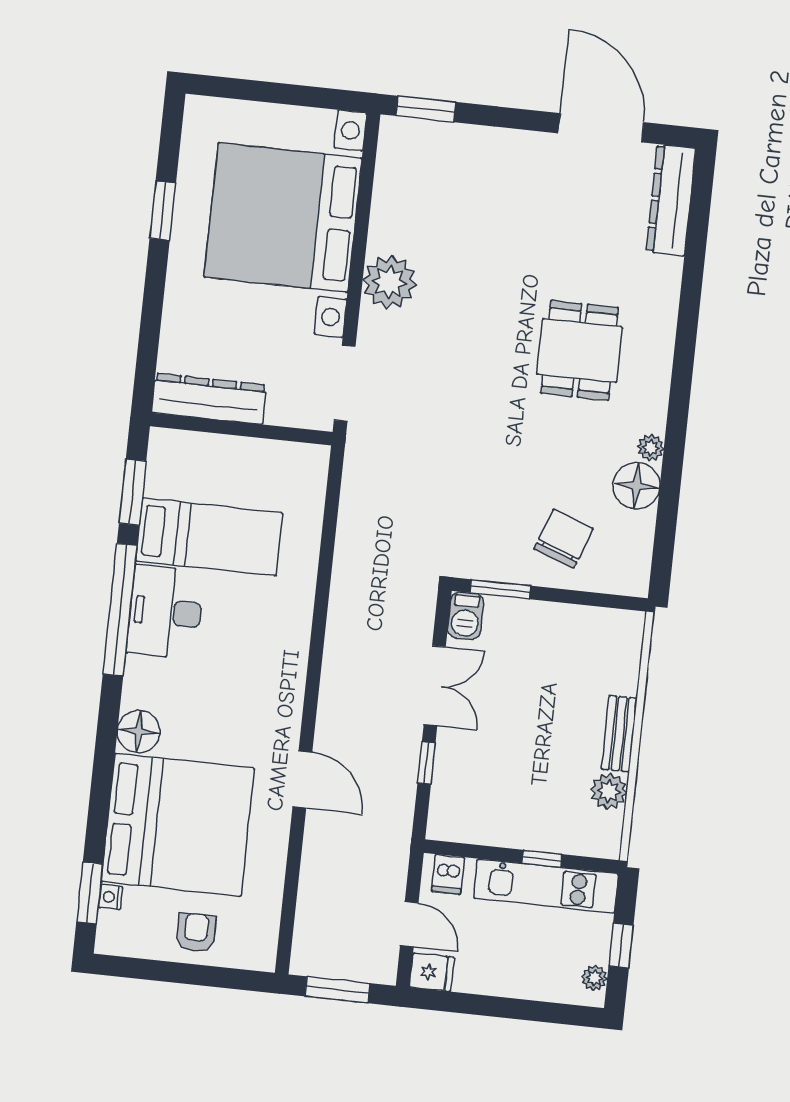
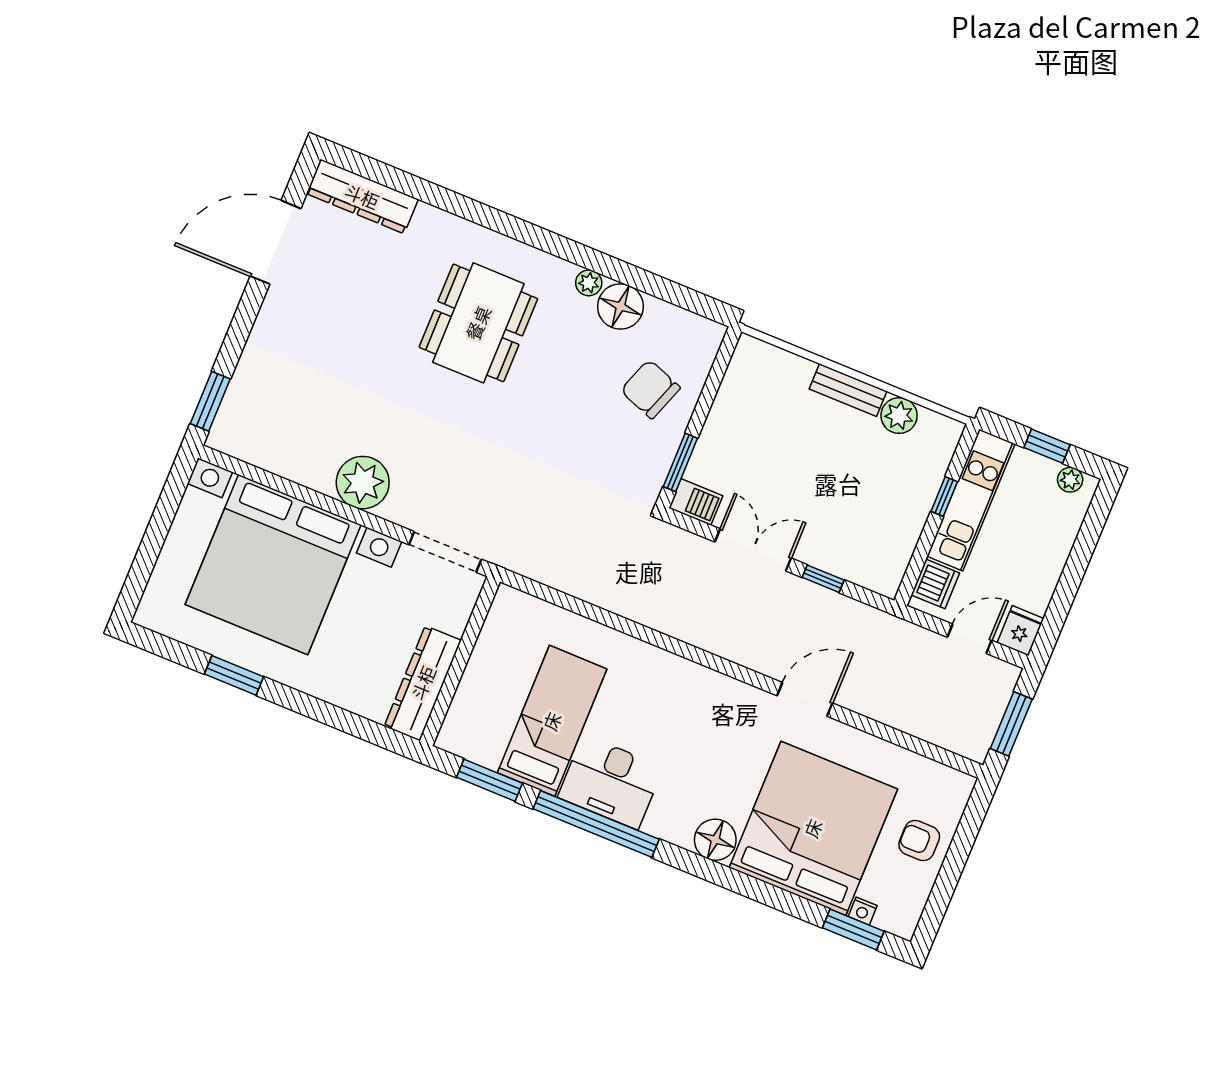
dining table: (580, 350) -> (478, 323), width x1.38
dishwasher: (448, 874) -> (935, 584), width x1.38

